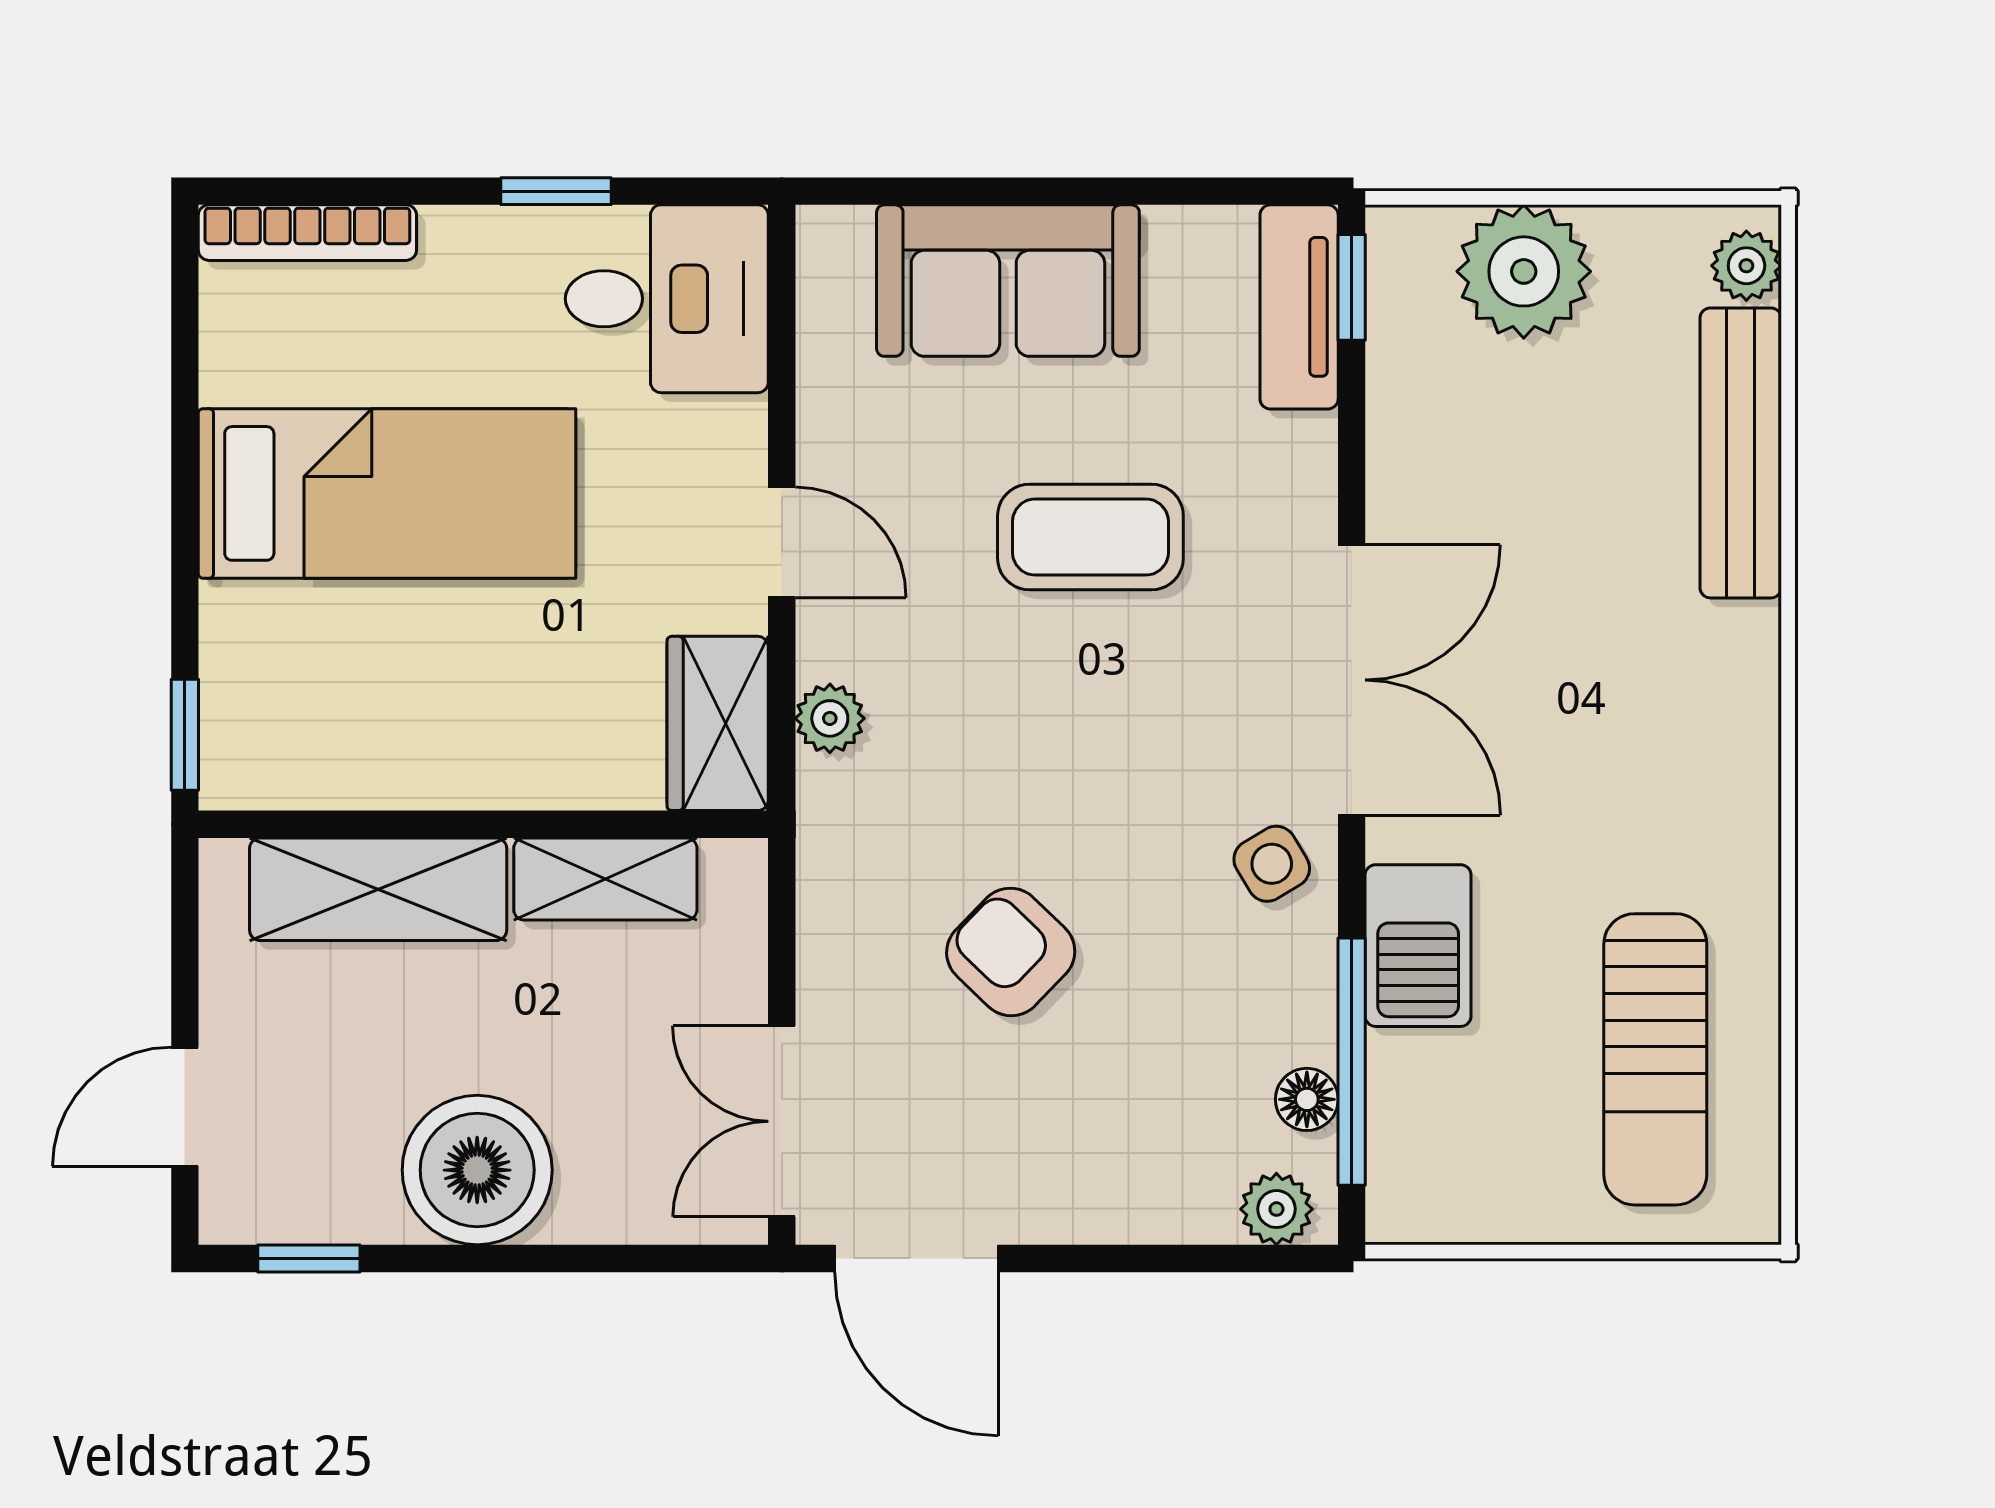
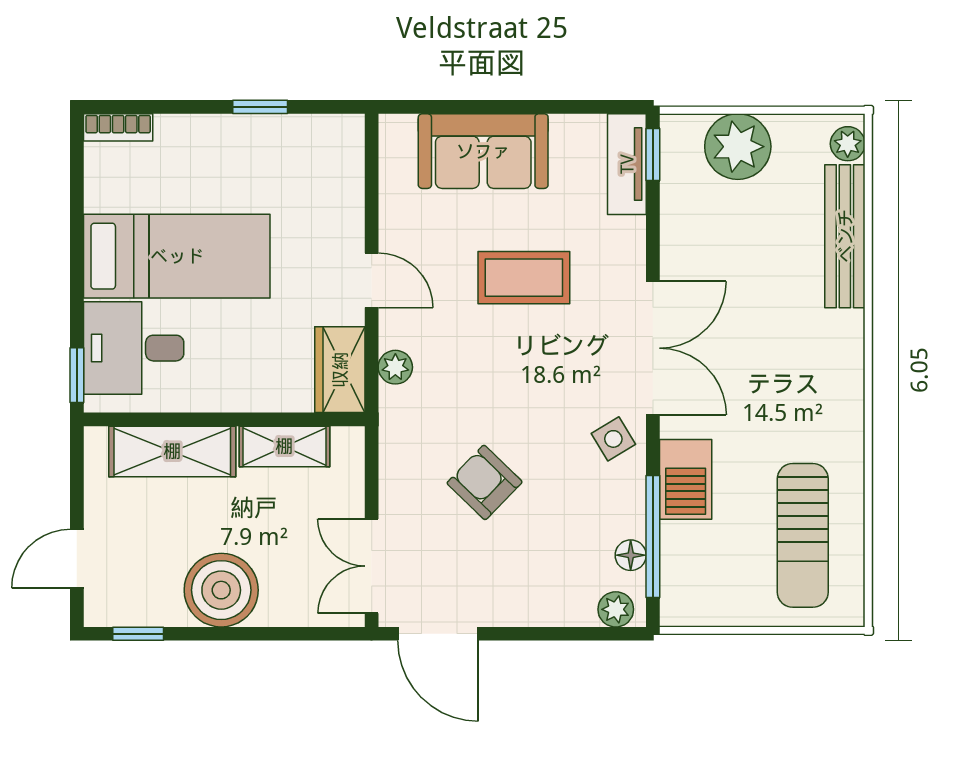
bookcase: (307, 233) -> (118, 127), width x0.64
desk: (667, 299) -> (134, 348), moved, turned 180

